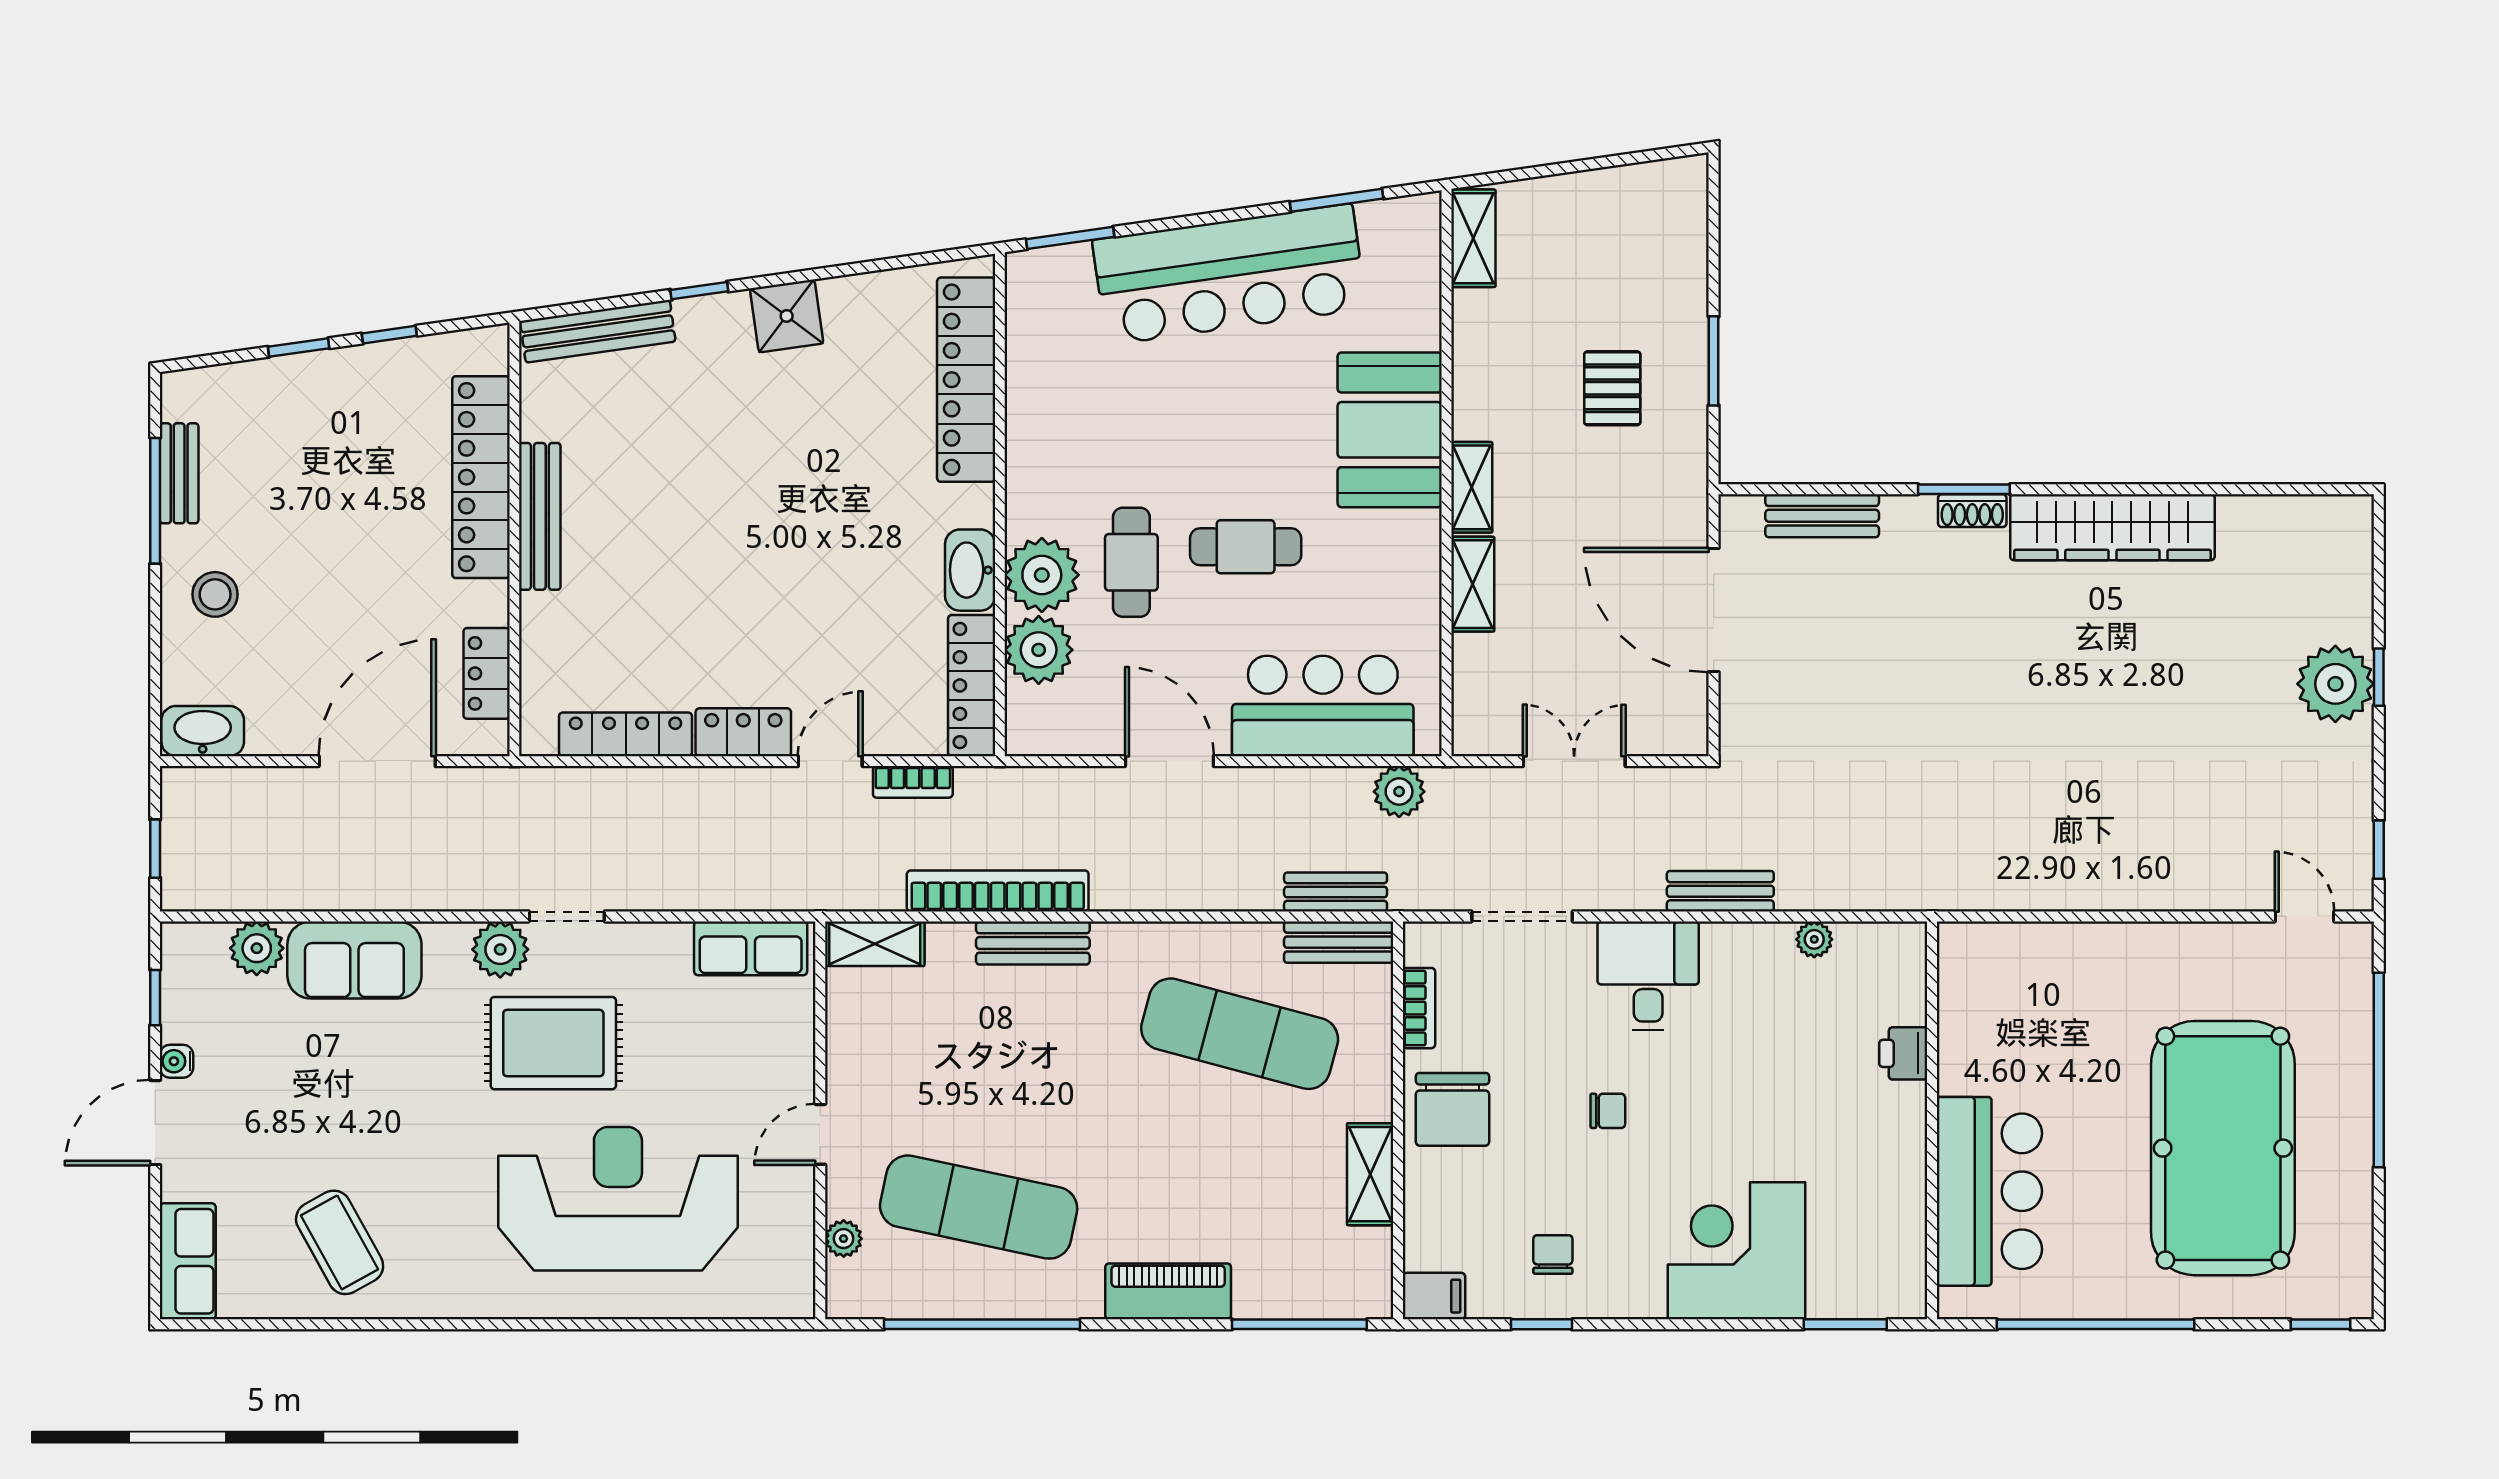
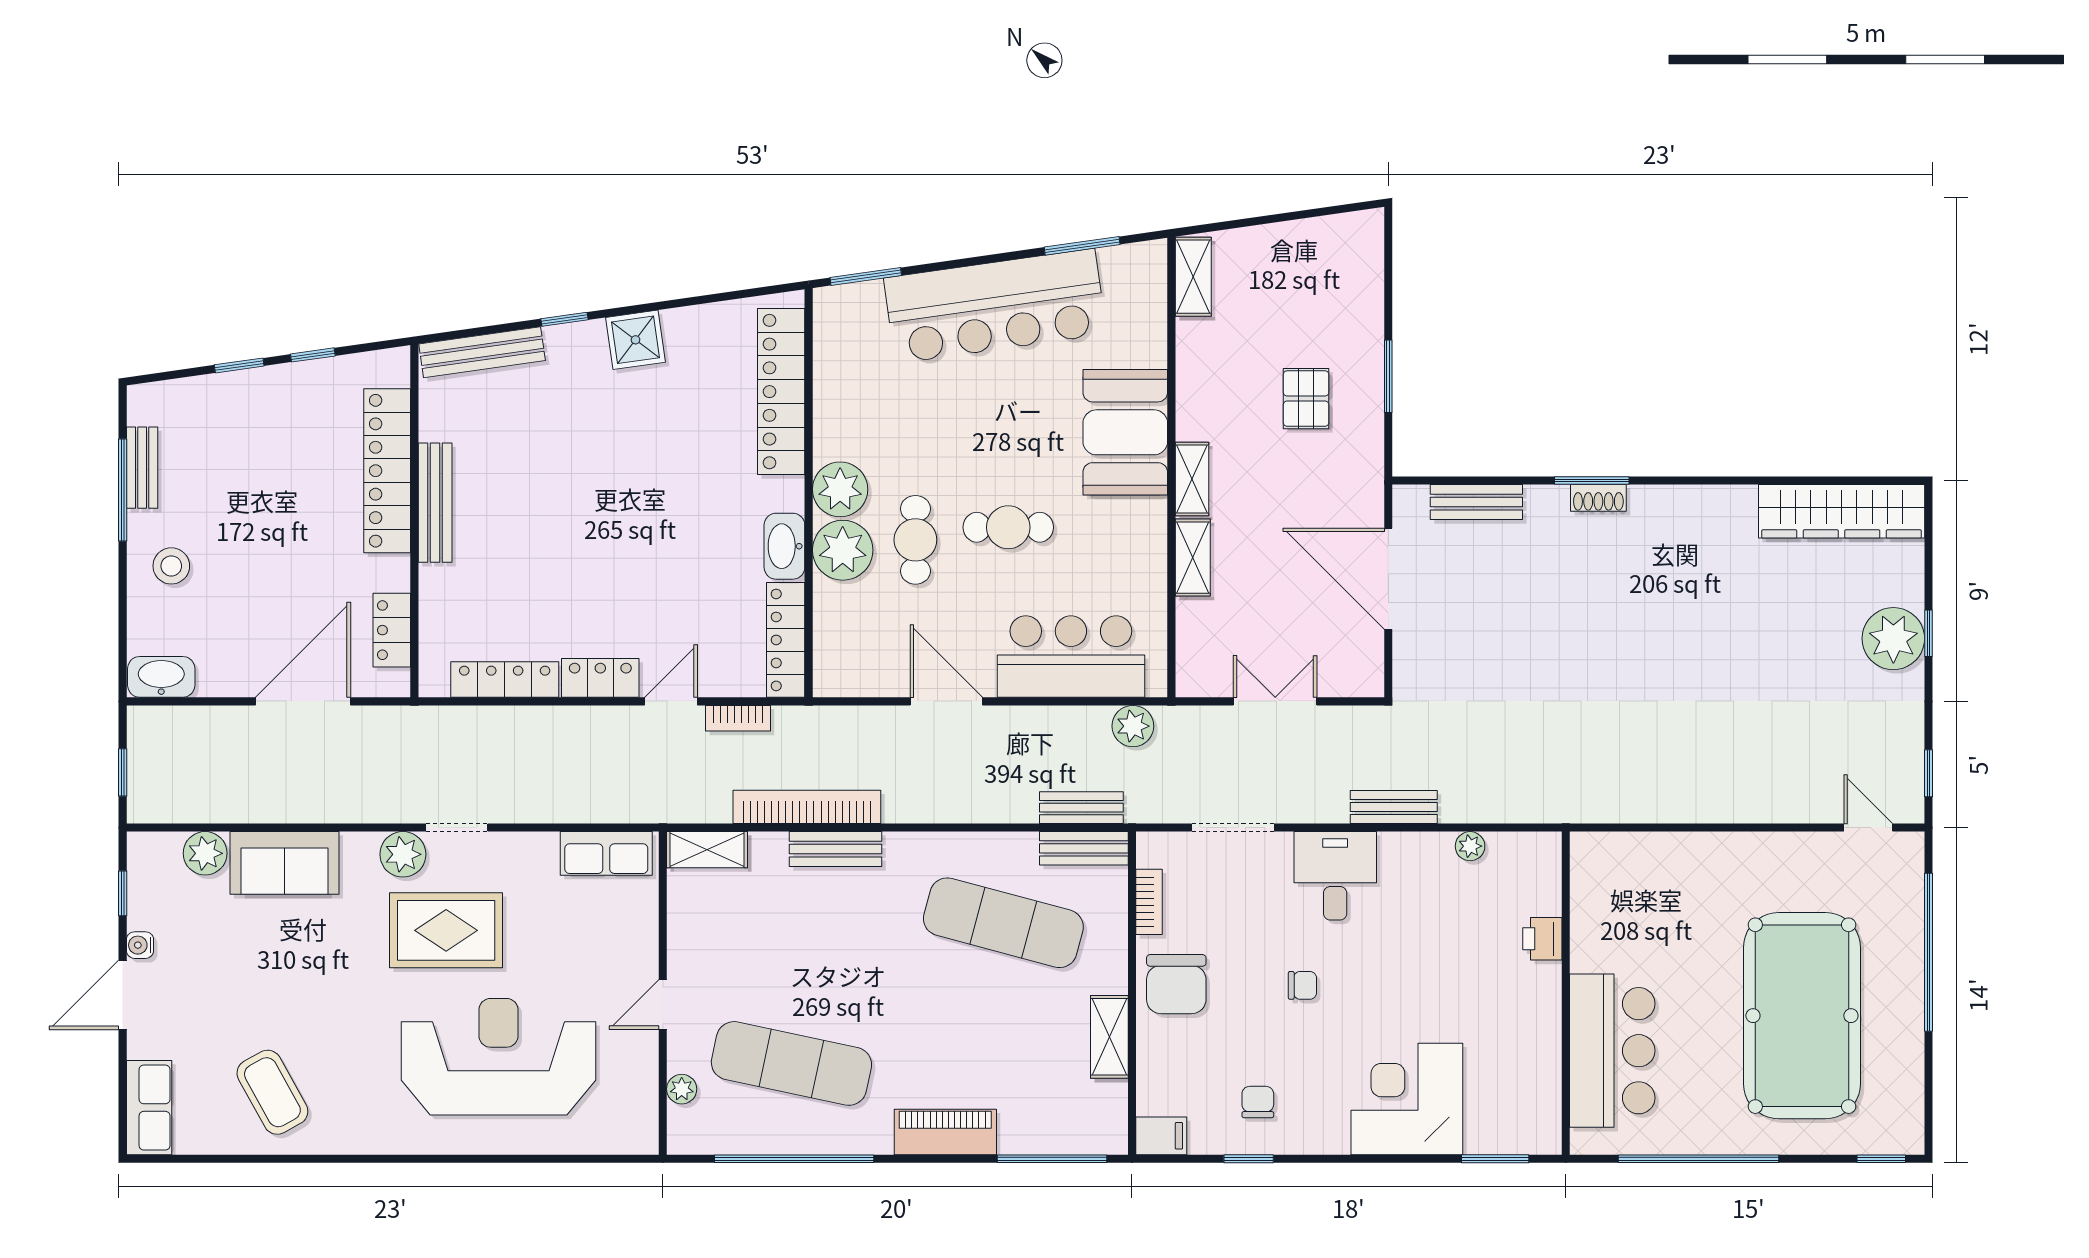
wardrobe: (2112, 527) -> (1842, 511), moved
plant: (1039, 650) -> (840, 489), moved

